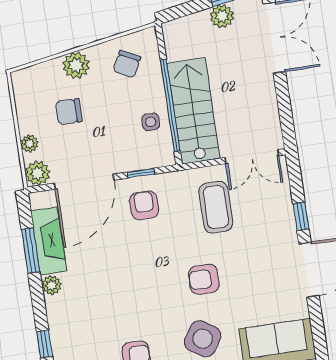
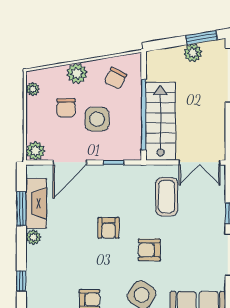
chair: (69, 112) -> (66, 108), turned -90
side table: (151, 122) -> (97, 119), moved, width x1.87, depth x1.87
plant: (29, 143) -> (33, 89), moved
door: (84, 182) -> (70, 162), width x0.73
armchair: (144, 205) -> (108, 228), moved, turned 180

